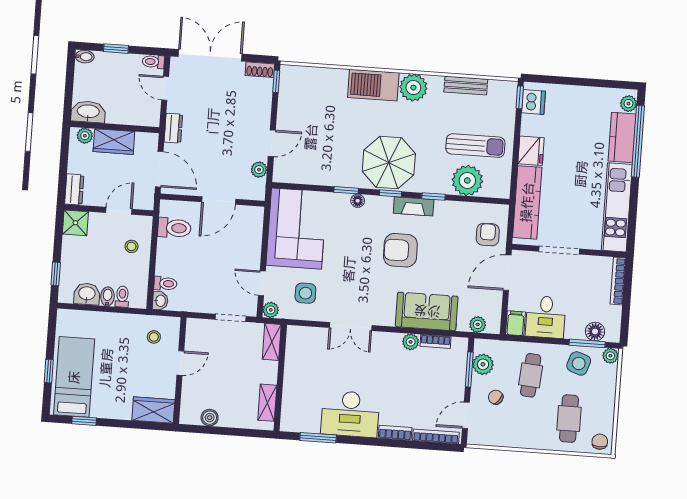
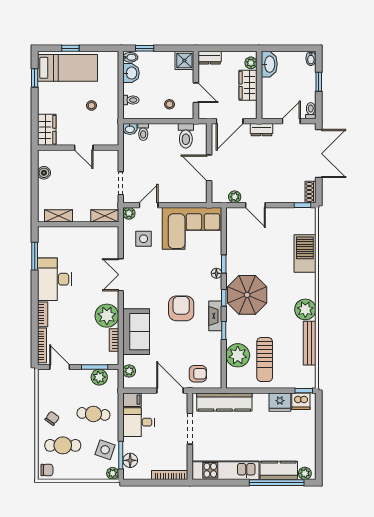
barbecue: (373, 85) -> (305, 254), moved
bench: (466, 86) -> (310, 343), width x1.36
fridge: (531, 151) -> (280, 402), moved
bidet: (108, 296) -> (130, 57), moved
stool: (154, 337) -> (92, 105), moved
plant: (411, 342) -> (107, 316), width x1.87, depth x1.87
chair: (496, 397) -> (52, 418), moved

